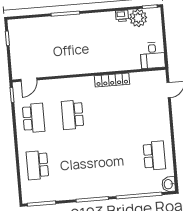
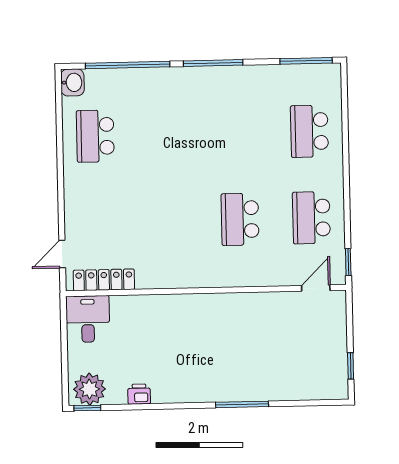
plant: (138, 18) -> (89, 389), moved
locker: (112, 80) -> (104, 280), moved
school desk: (73, 115) -> (240, 219), turned 180
school desk: (37, 165) -> (309, 131), turned 180

